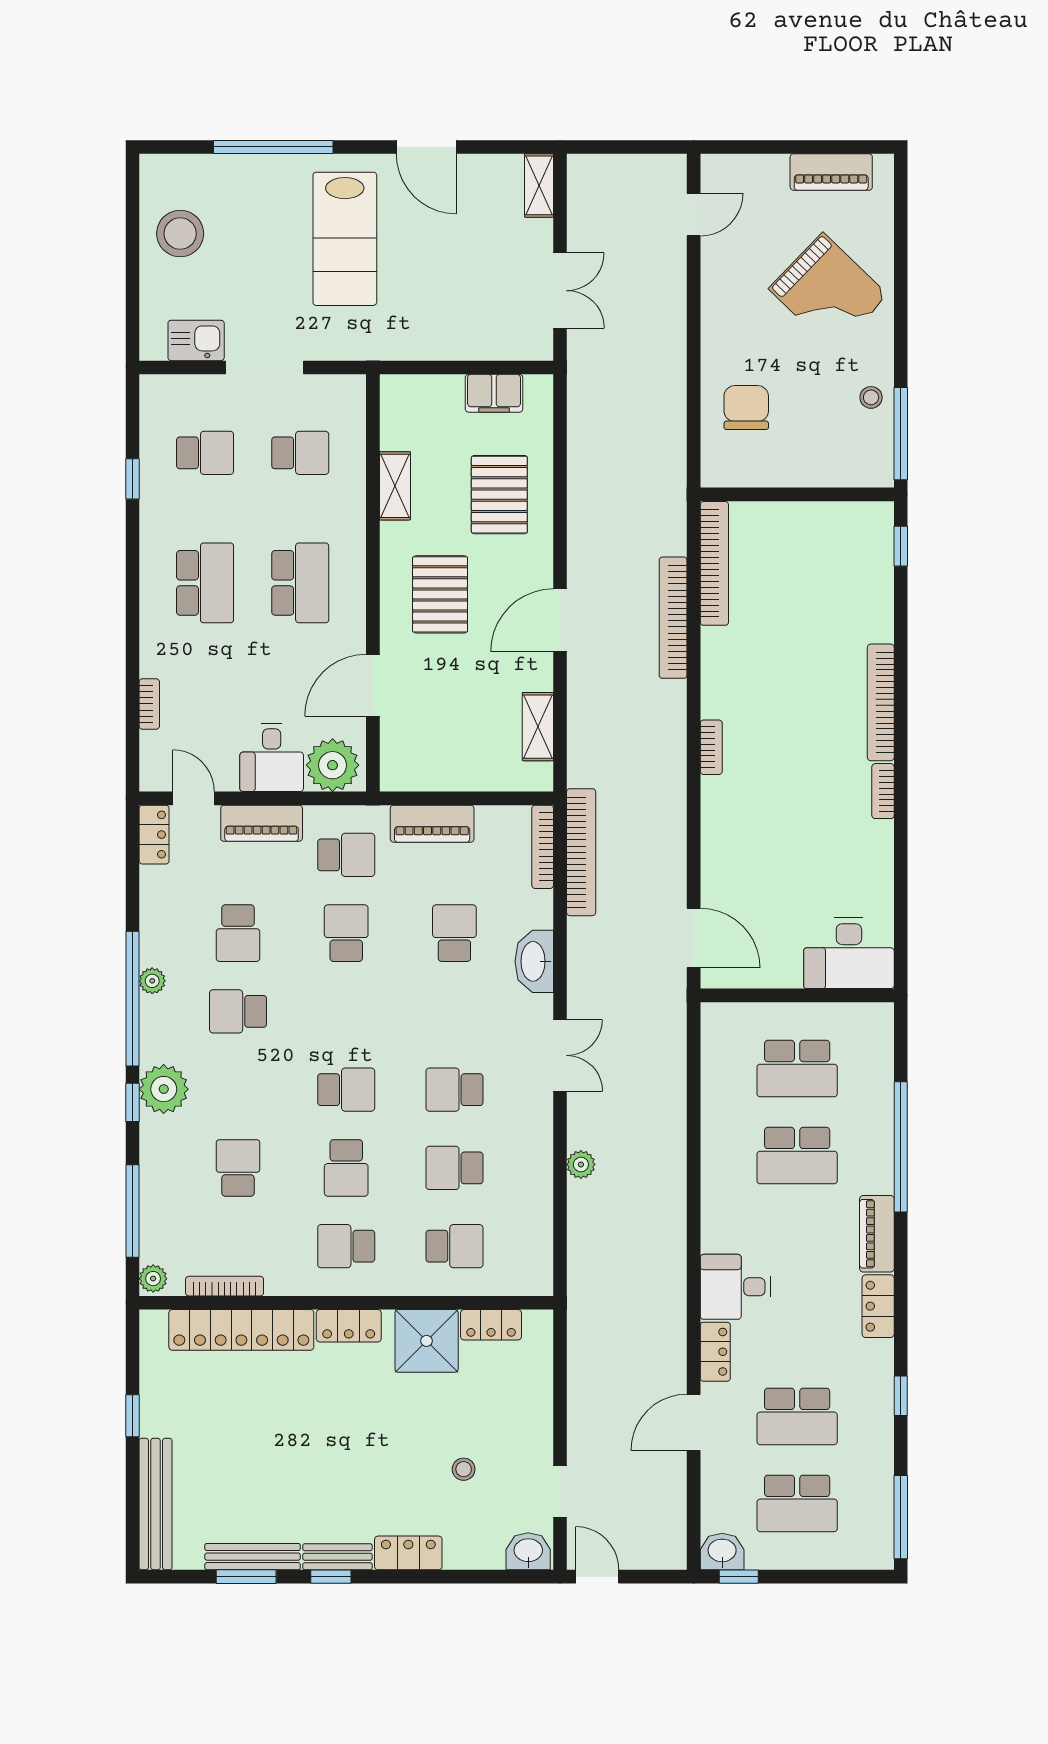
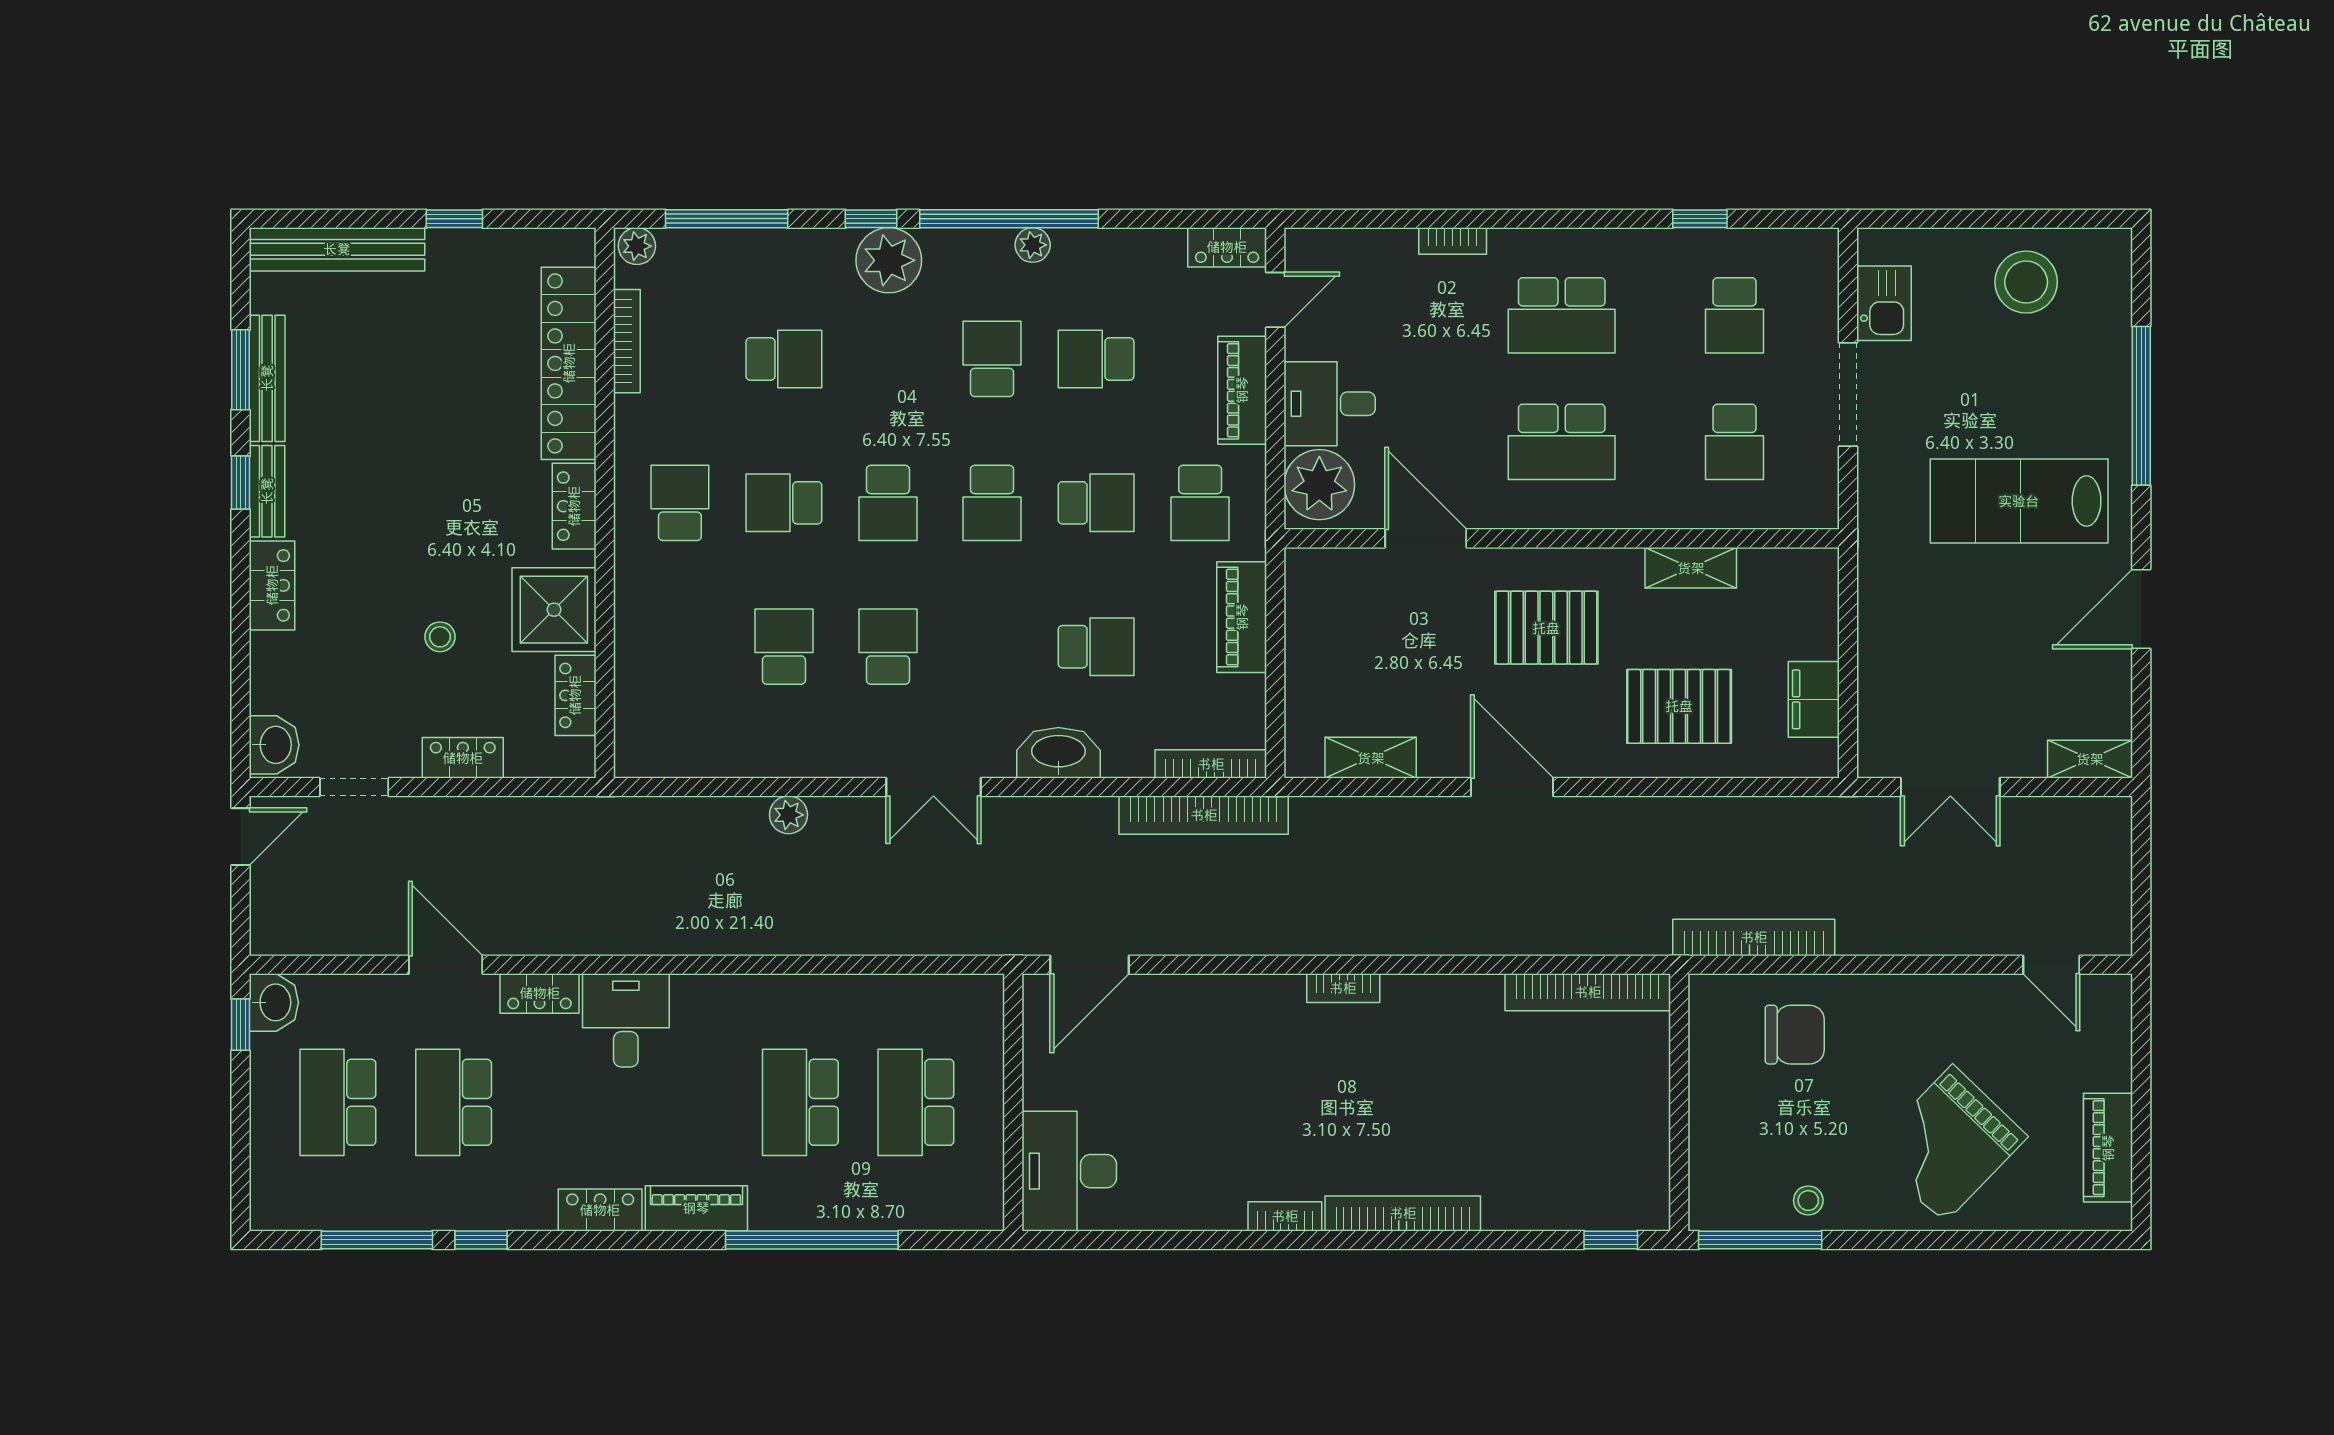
bookcase: (673, 618) -> (1754, 937), moved
bookcase: (149, 704) -> (1453, 241), moved
school desk: (454, 1246) -> (992, 503), moved
locker: (538, 1409) -> (463, 758), added
stool: (464, 1469) -> (440, 637), moved
window: (901, 1517) -> (377, 1240), moved

